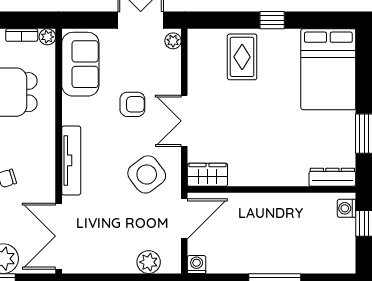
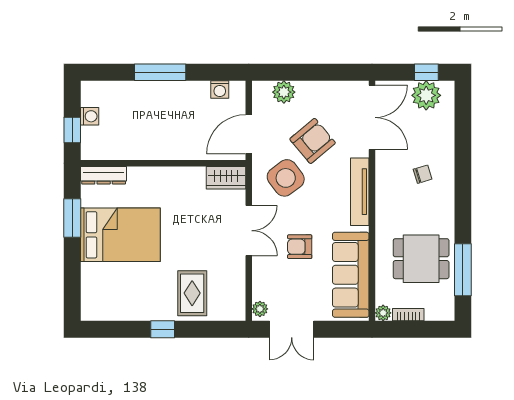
sofa: (80, 64) -> (351, 275), width x1.36
bed: (328, 69) -> (120, 235), moved, turned 90
washing machine: (347, 208) -> (90, 116), moved
armchair: (119, 212) -> (313, 141), added
washing machine: (197, 265) -> (220, 90), moved

